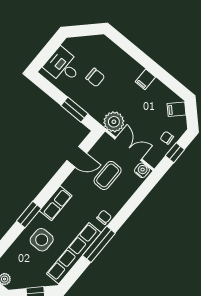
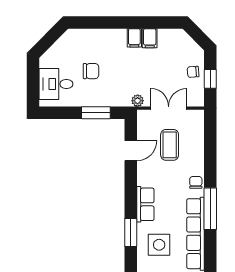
filing cabinet: (177, 109) -> (150, 38), moved, turned -45
plant: (114, 122) -> (138, 101), width x0.53, depth x0.53
water cooler: (142, 170) -> (195, 117), removed

